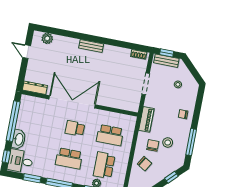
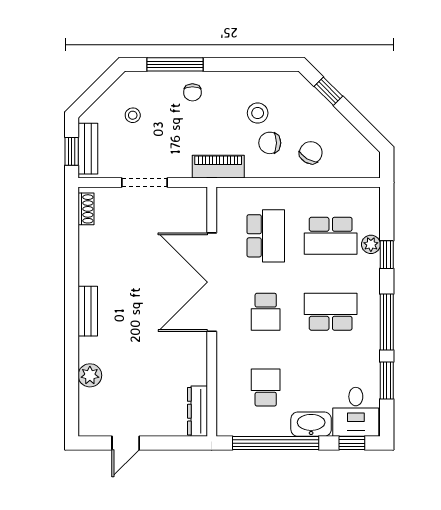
plant: (47, 38) -> (90, 375), moved
double door: (72, 102) -> (212, 282), moved
school desk: (40, 122) -> (266, 388), added
window: (191, 142) -> (175, 64), moved
school desk: (69, 158) -> (331, 312), turned -90

